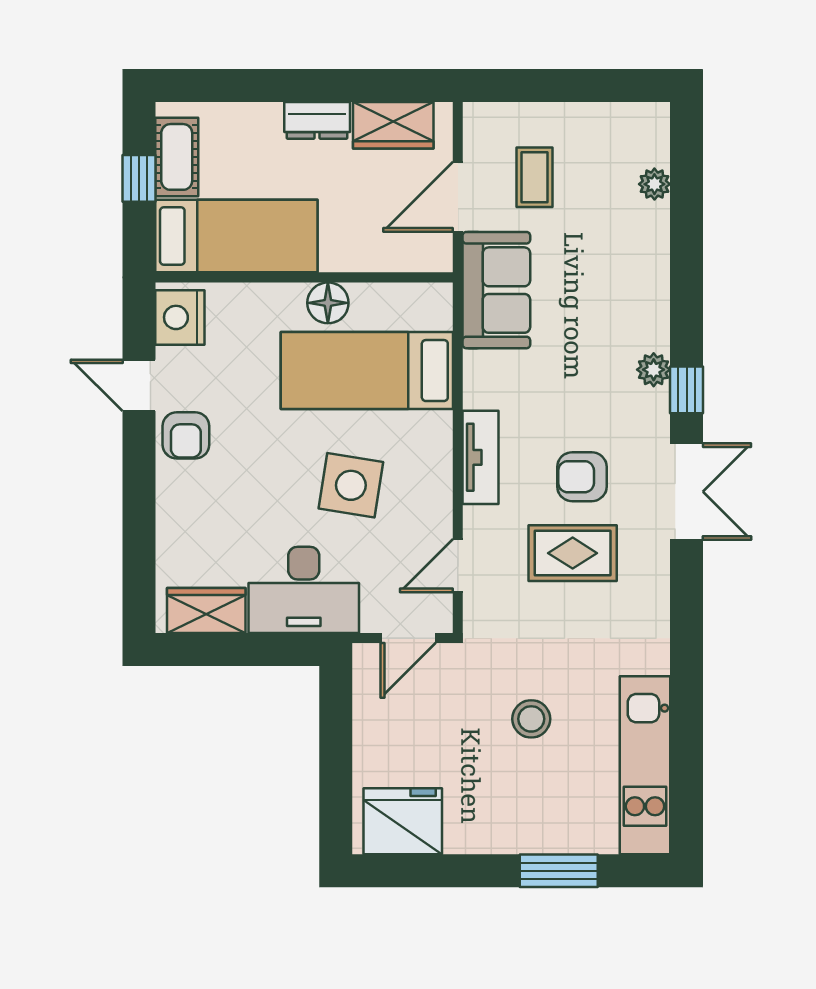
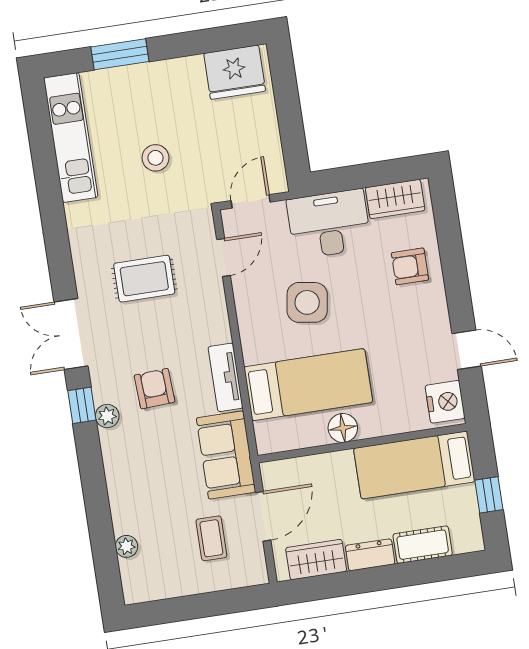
cot: (177, 157) -> (423, 545), moved, turned 90
armchair: (186, 435) -> (410, 266), moved, turned -90
tv unit: (481, 457) -> (225, 377), moved
armchair: (582, 477) -> (154, 389), moved, turned -93

